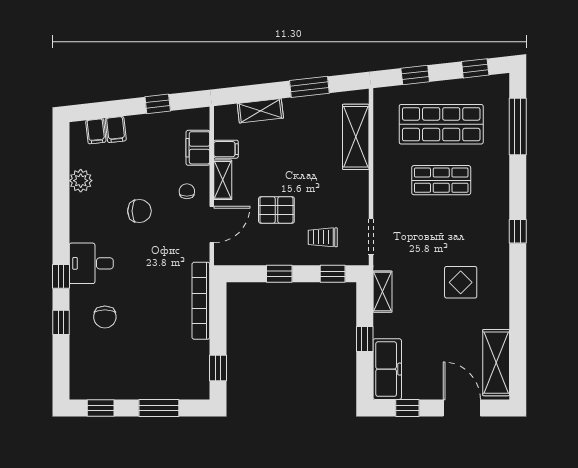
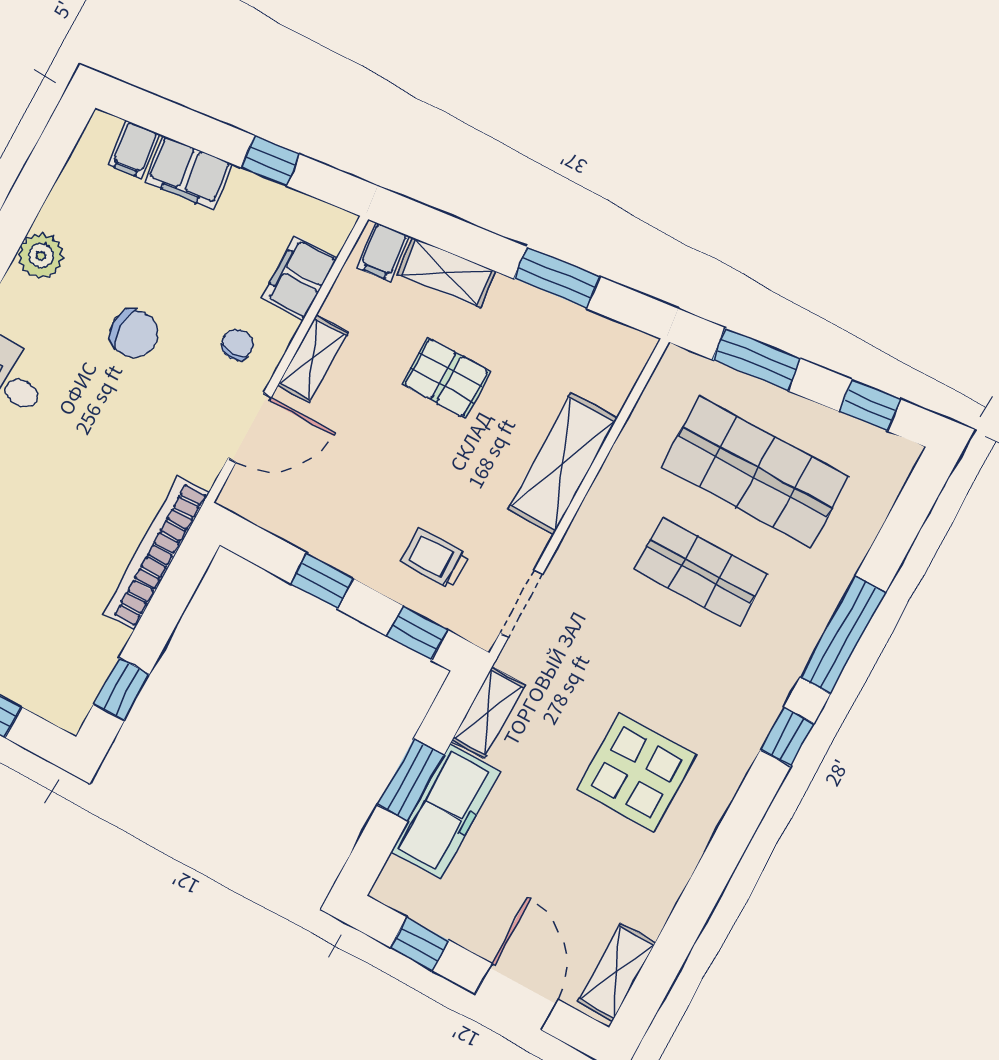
window: (415, 75) -> (757, 359), width x1.50
window: (518, 126) -> (843, 635), moved
filing cabinet: (116, 130) -> (188, 173), width x2.00
shelving: (356, 137) -> (562, 464), moved
filing cabinet: (226, 149) -> (383, 252), moved, turned 84
plant: (81, 181) -> (41, 256), moved
pallet: (276, 210) -> (446, 378), moved
display table: (461, 282) -> (636, 772), width x1.36, depth x1.36
window: (365, 339) -> (411, 780), width x1.50
shelving: (496, 363) -> (617, 972), width x0.67, depth x0.75
freezer: (387, 369) -> (445, 811), moved

